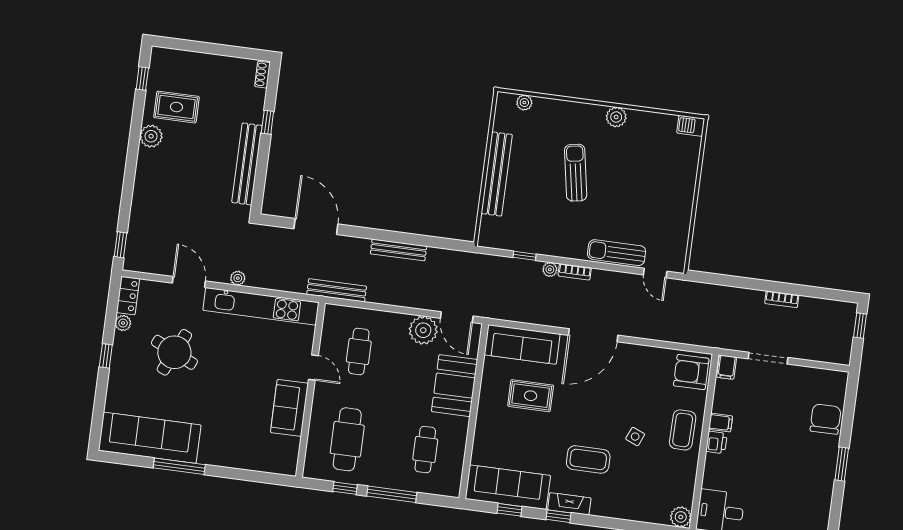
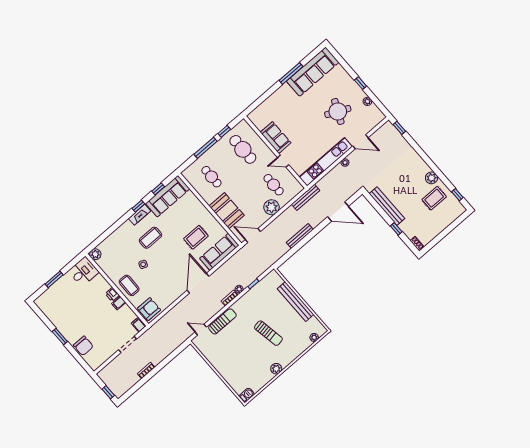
locker: (128, 296) -> (377, 113), removed
plant: (423, 330) -> (271, 207), moved

